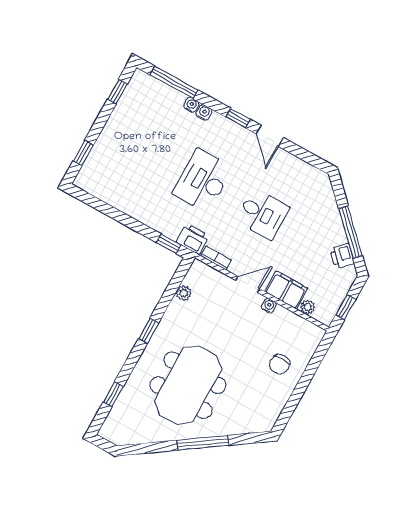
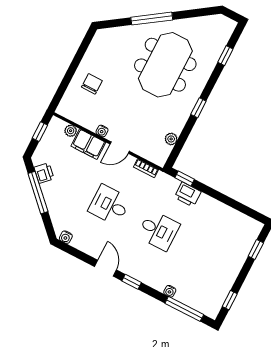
water cooler: (204, 112) -> (66, 237), moved
desk: (203, 181) -> (158, 230), width x0.73
printer: (193, 239) -> (188, 194), moved

